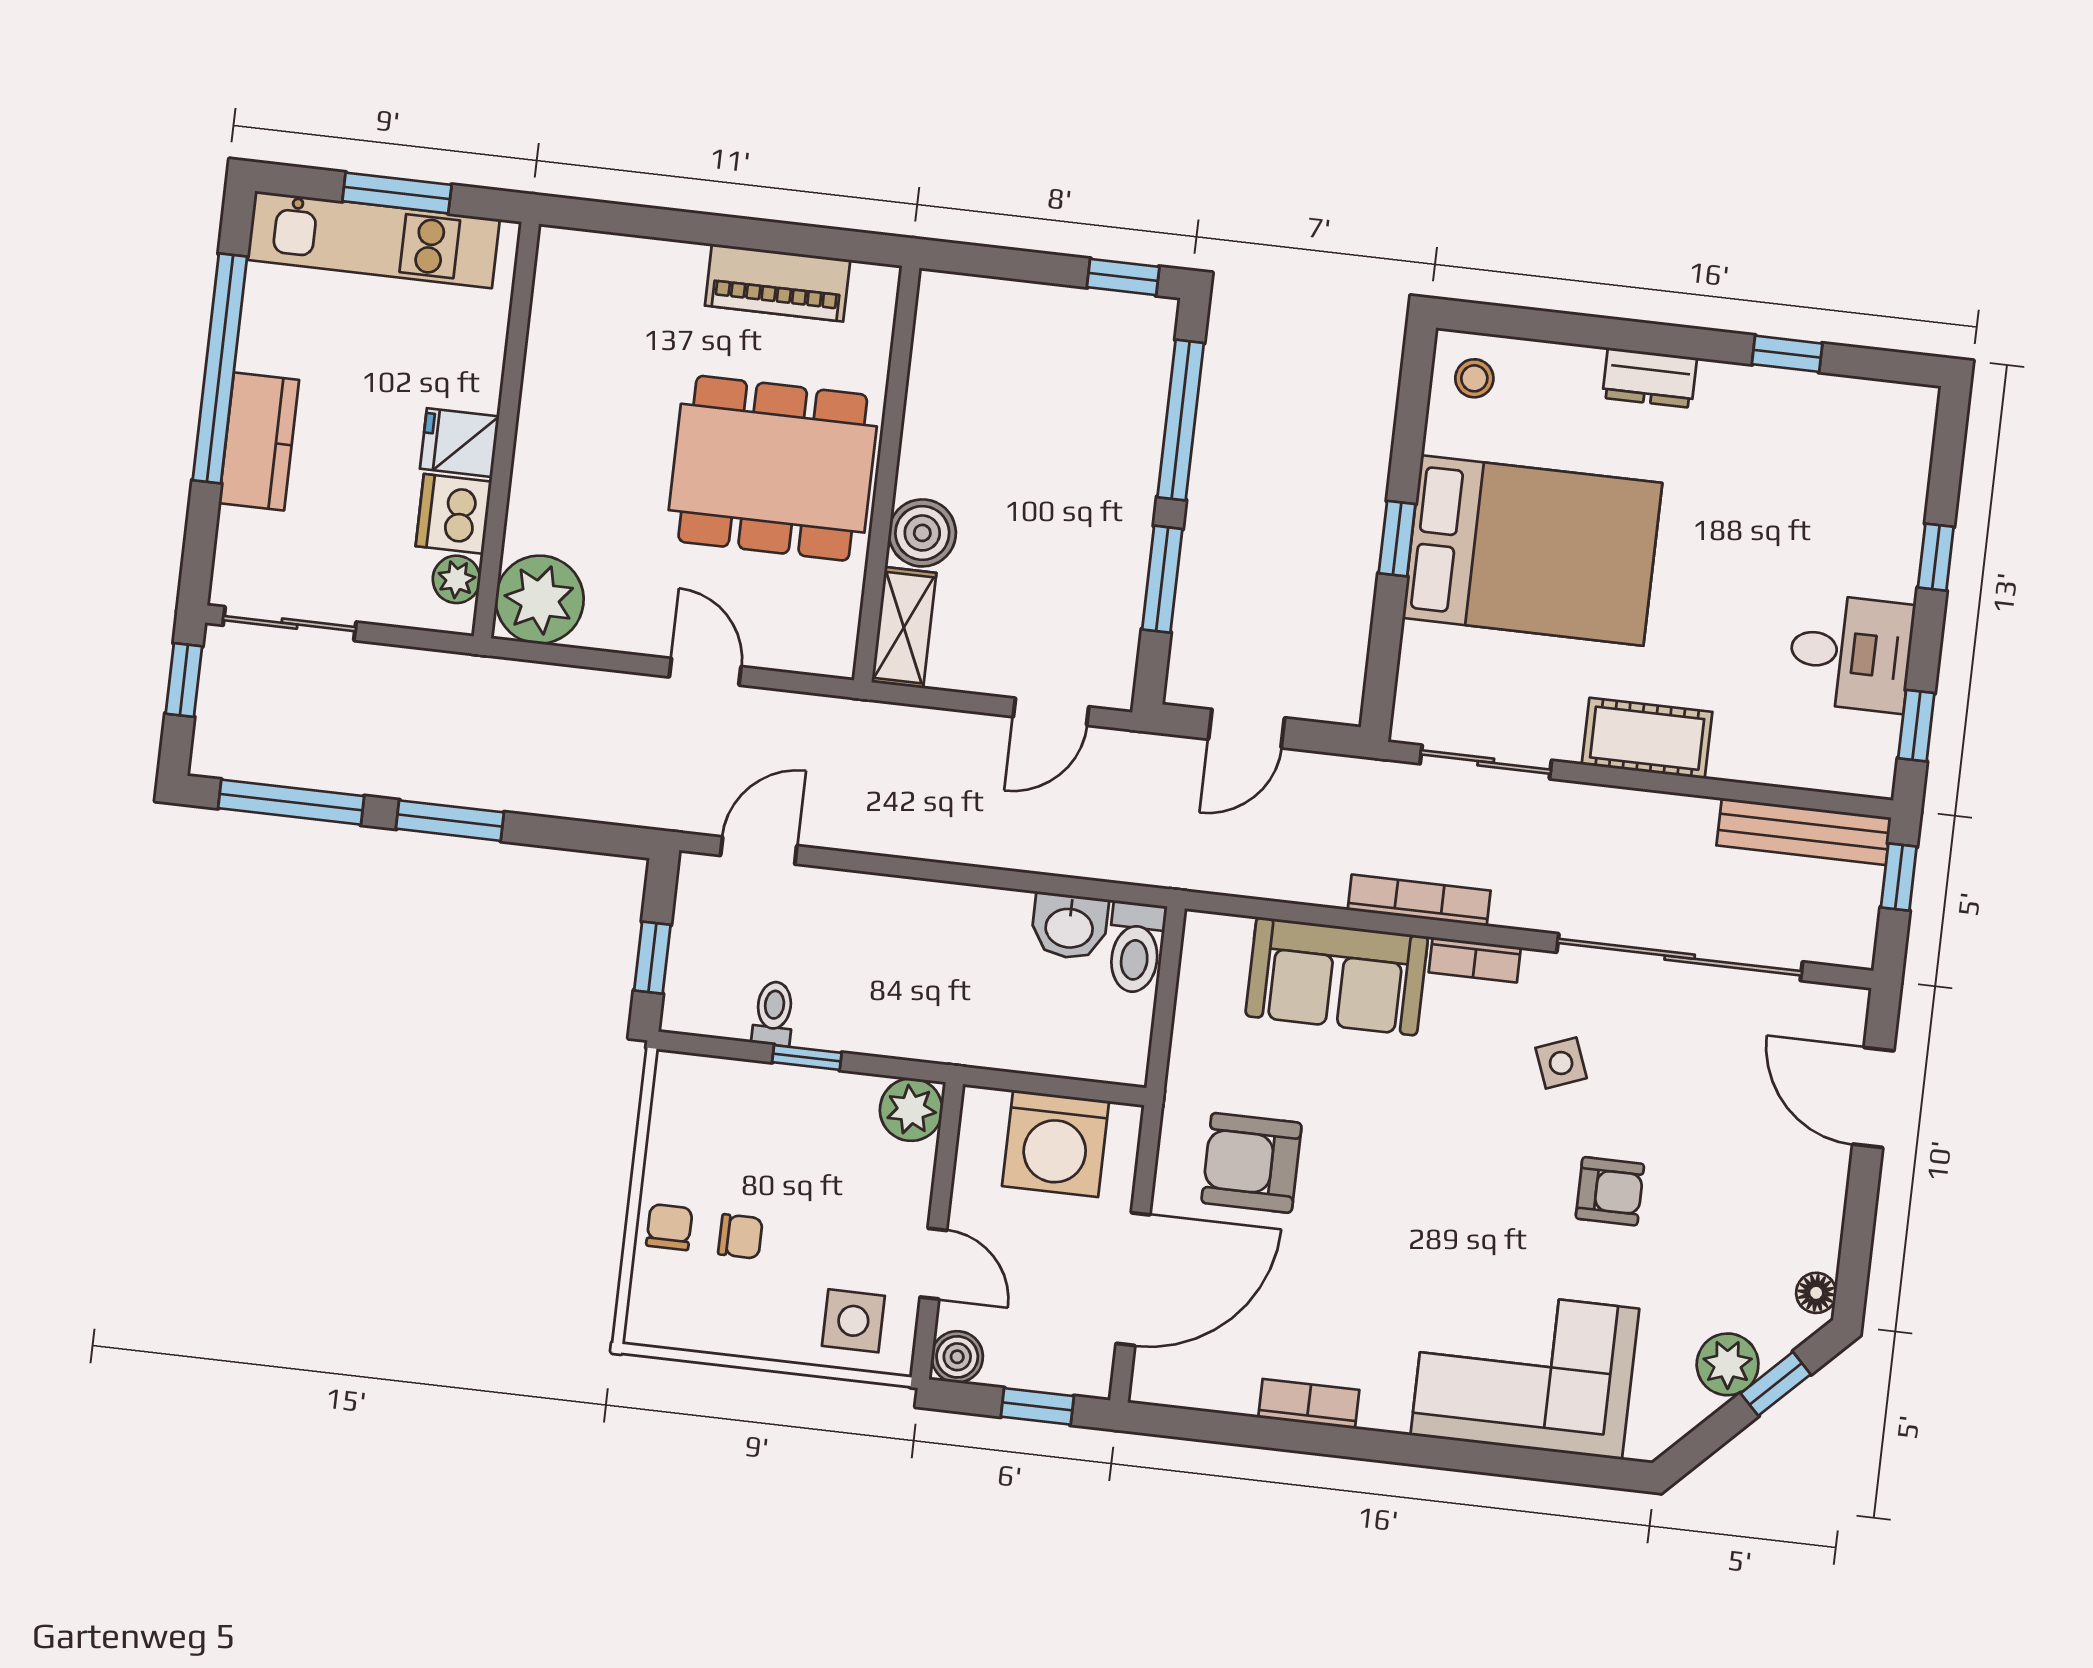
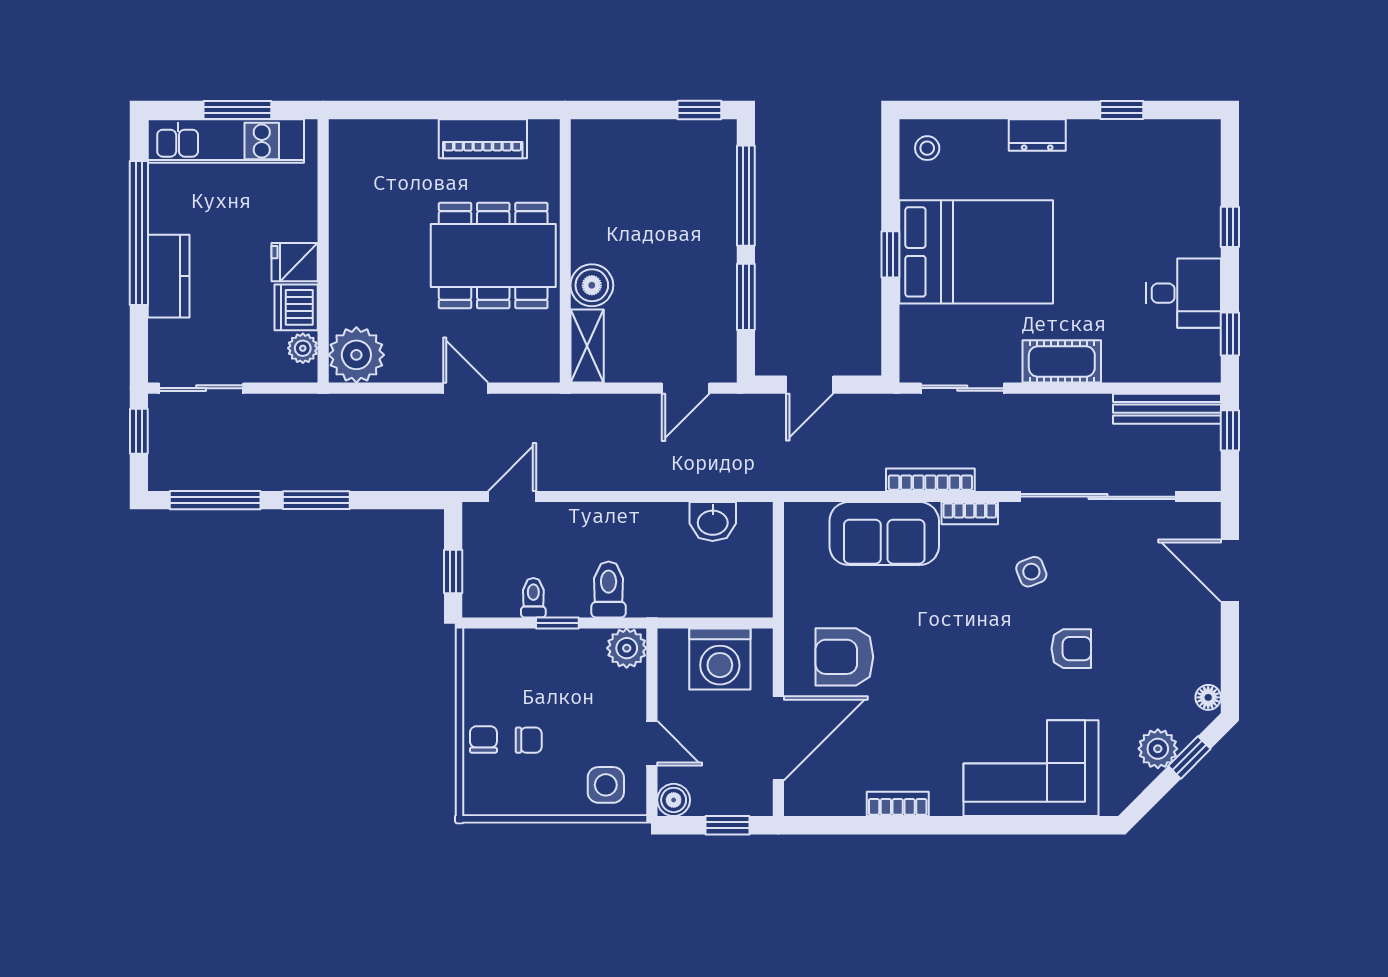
toilet: (1136, 947) -> (609, 589), moved, turned 180

